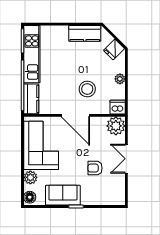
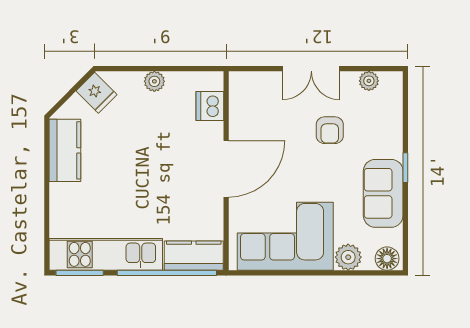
stool: (87, 89) -> (174, 145), removed
dishwasher: (118, 107) -> (210, 106), moved
plant: (116, 126) -> (369, 81), moved, width x0.53, depth x0.53

